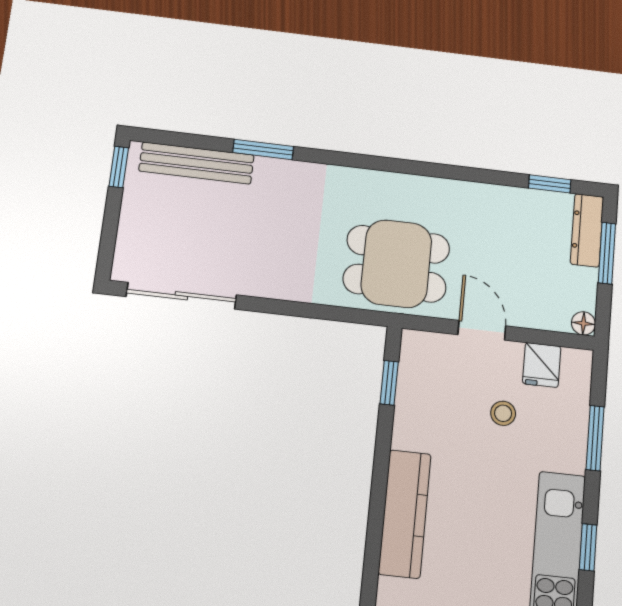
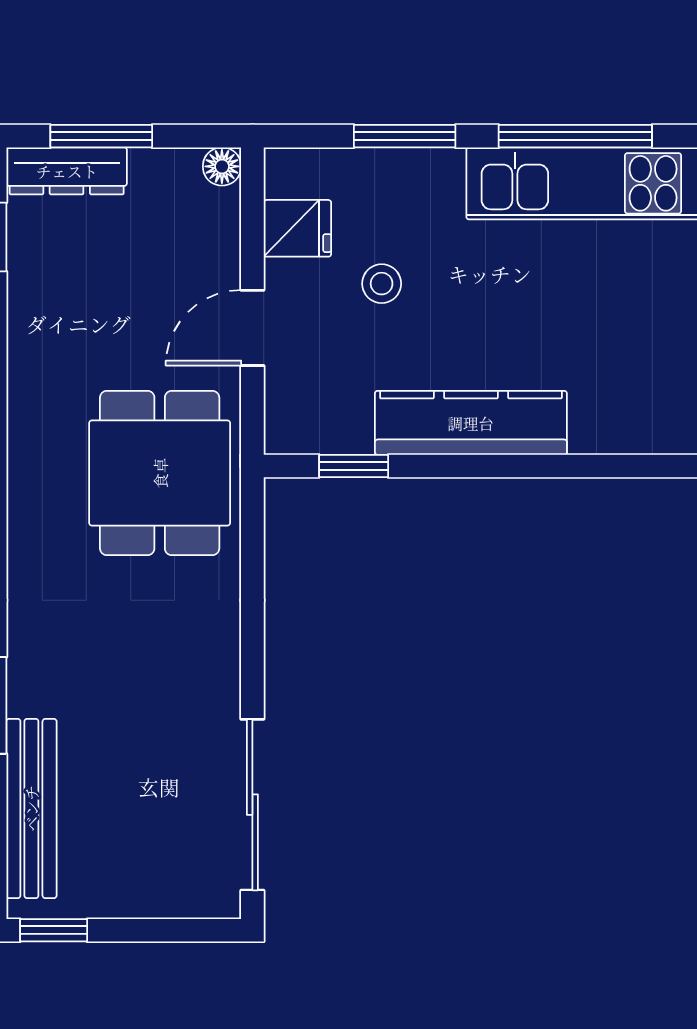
kitchen counter: (405, 514) -> (471, 423), moved
window: (588, 547) -> (575, 136), width x2.17

